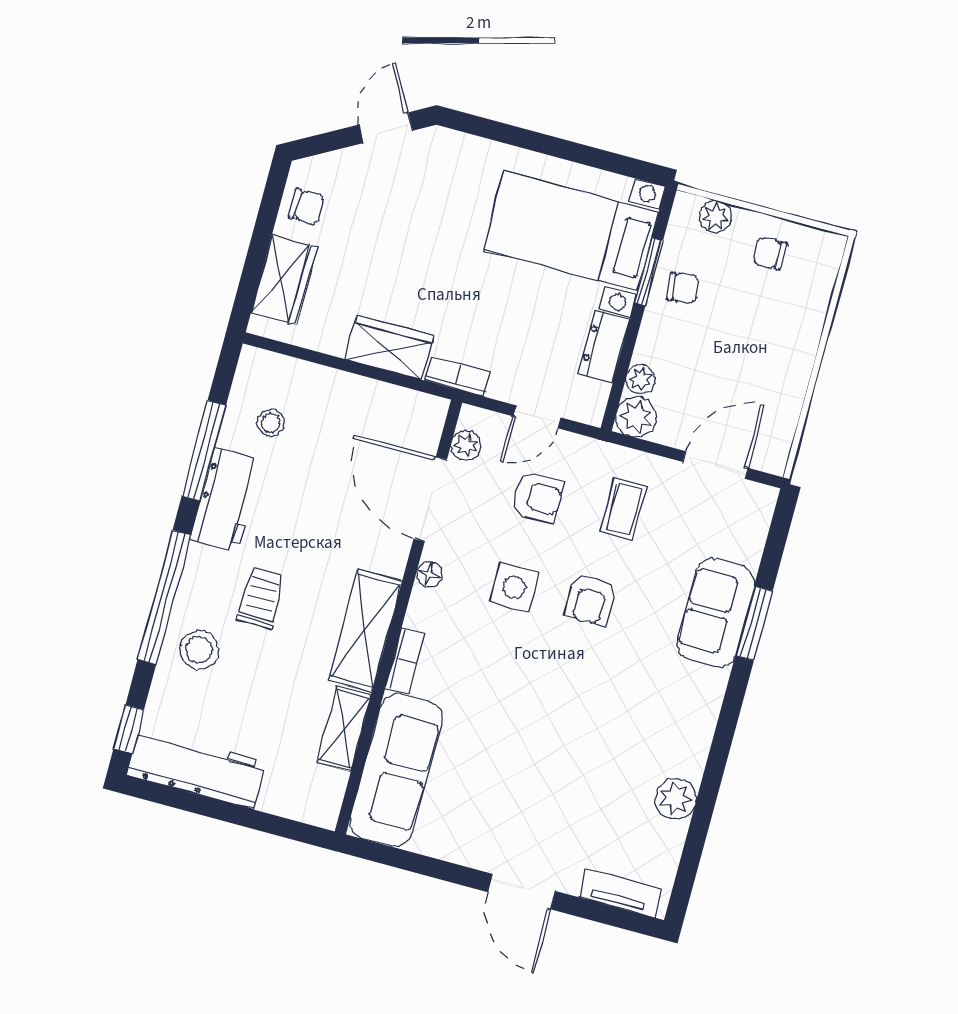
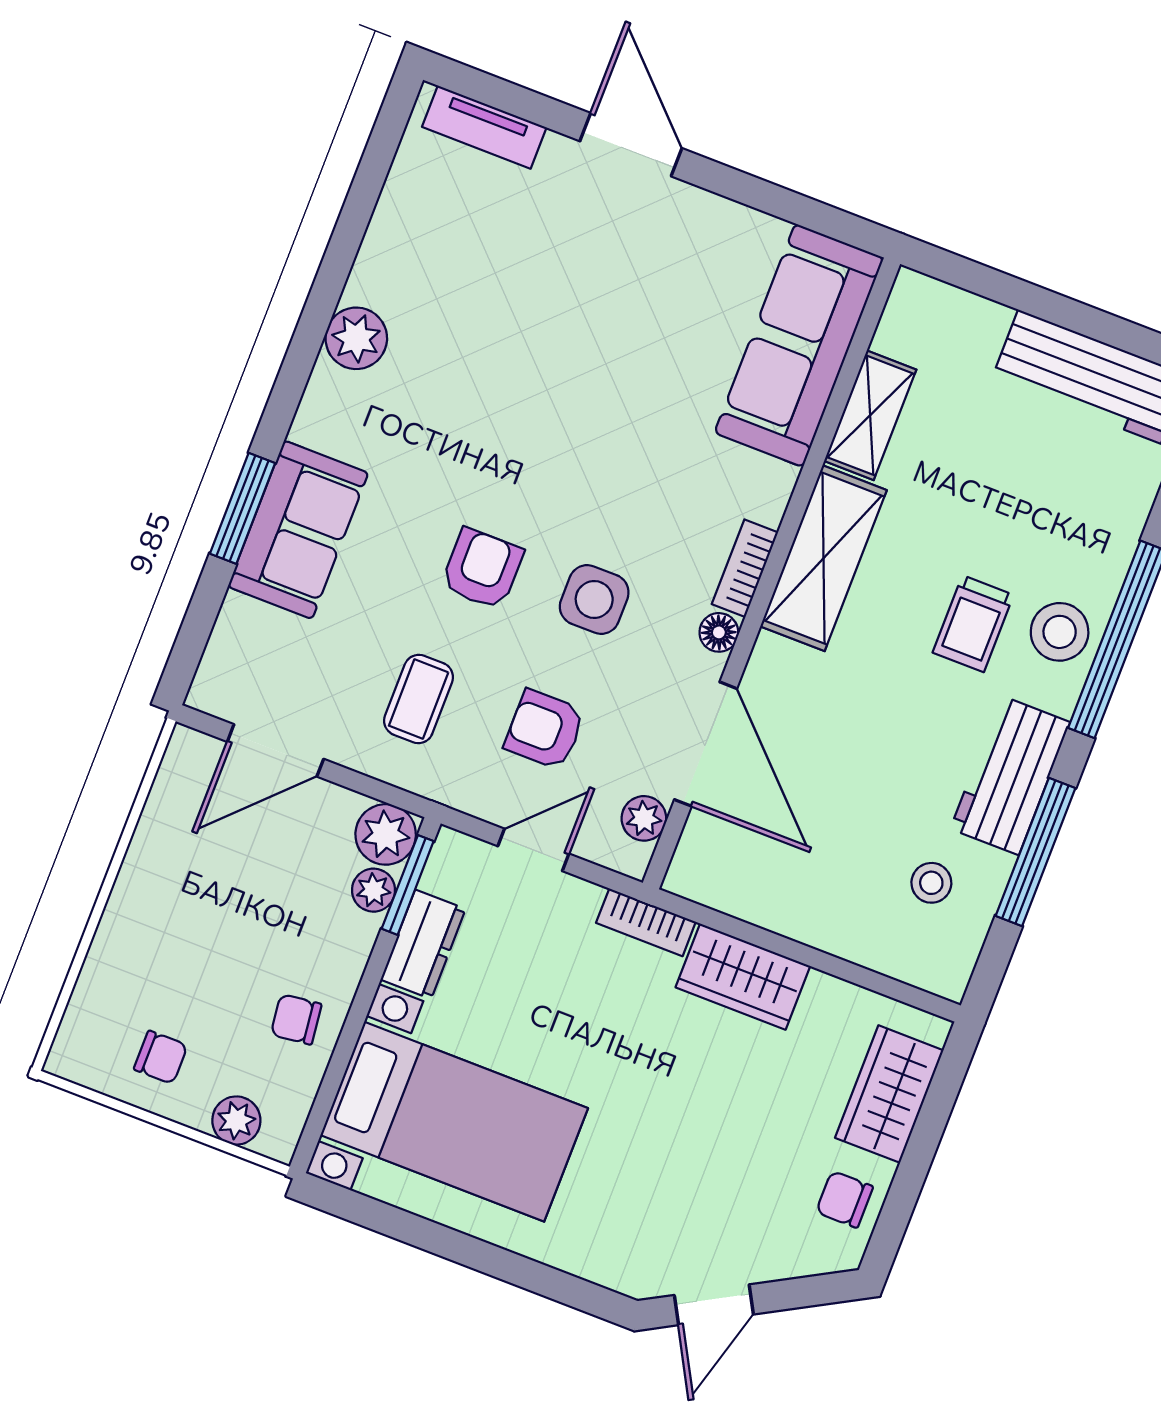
window: (649, 271) -> (408, 885), moved
stool: (199, 650) -> (1060, 632), moved
bookcase: (405, 660) -> (745, 568), moved
plant: (676, 799) -> (356, 338), moved

